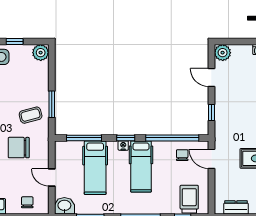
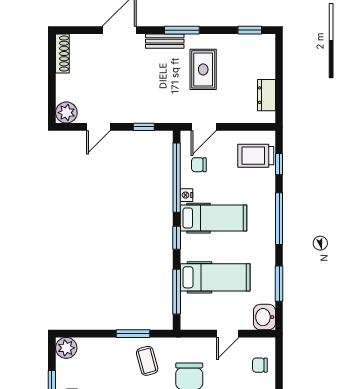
nightstand: (123, 146) -> (186, 195), moved

